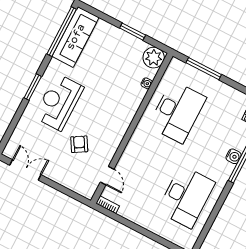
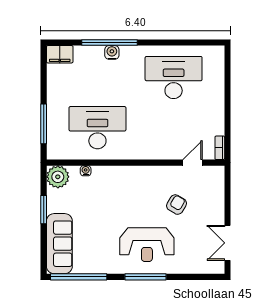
sofa: (76, 37) -> (59, 244), moved, turned 90
window: (33, 87) -> (145, 277), width x1.44
armchair: (79, 144) -> (177, 205), turned 152

